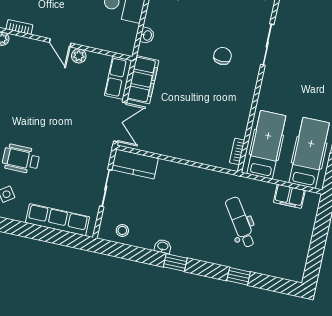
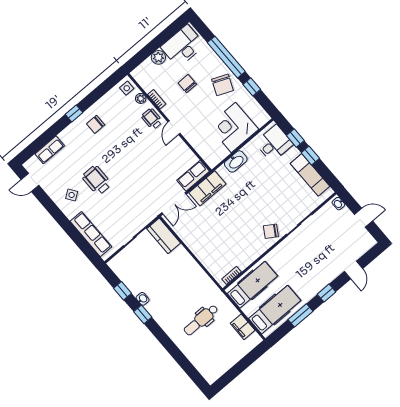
washbasin: (147, 35) -> (236, 161), width x1.91, depth x1.45
wheelchair: (30, 51) -> (152, 119), added
plant: (79, 56) -> (179, 144), removed
chair: (222, 56) -> (271, 231), moved, turned -148
dental chair: (240, 222) -> (201, 320), turned -146
stool: (122, 230) -> (125, 271), removed
window: (239, 276) -> (123, 291), moved

